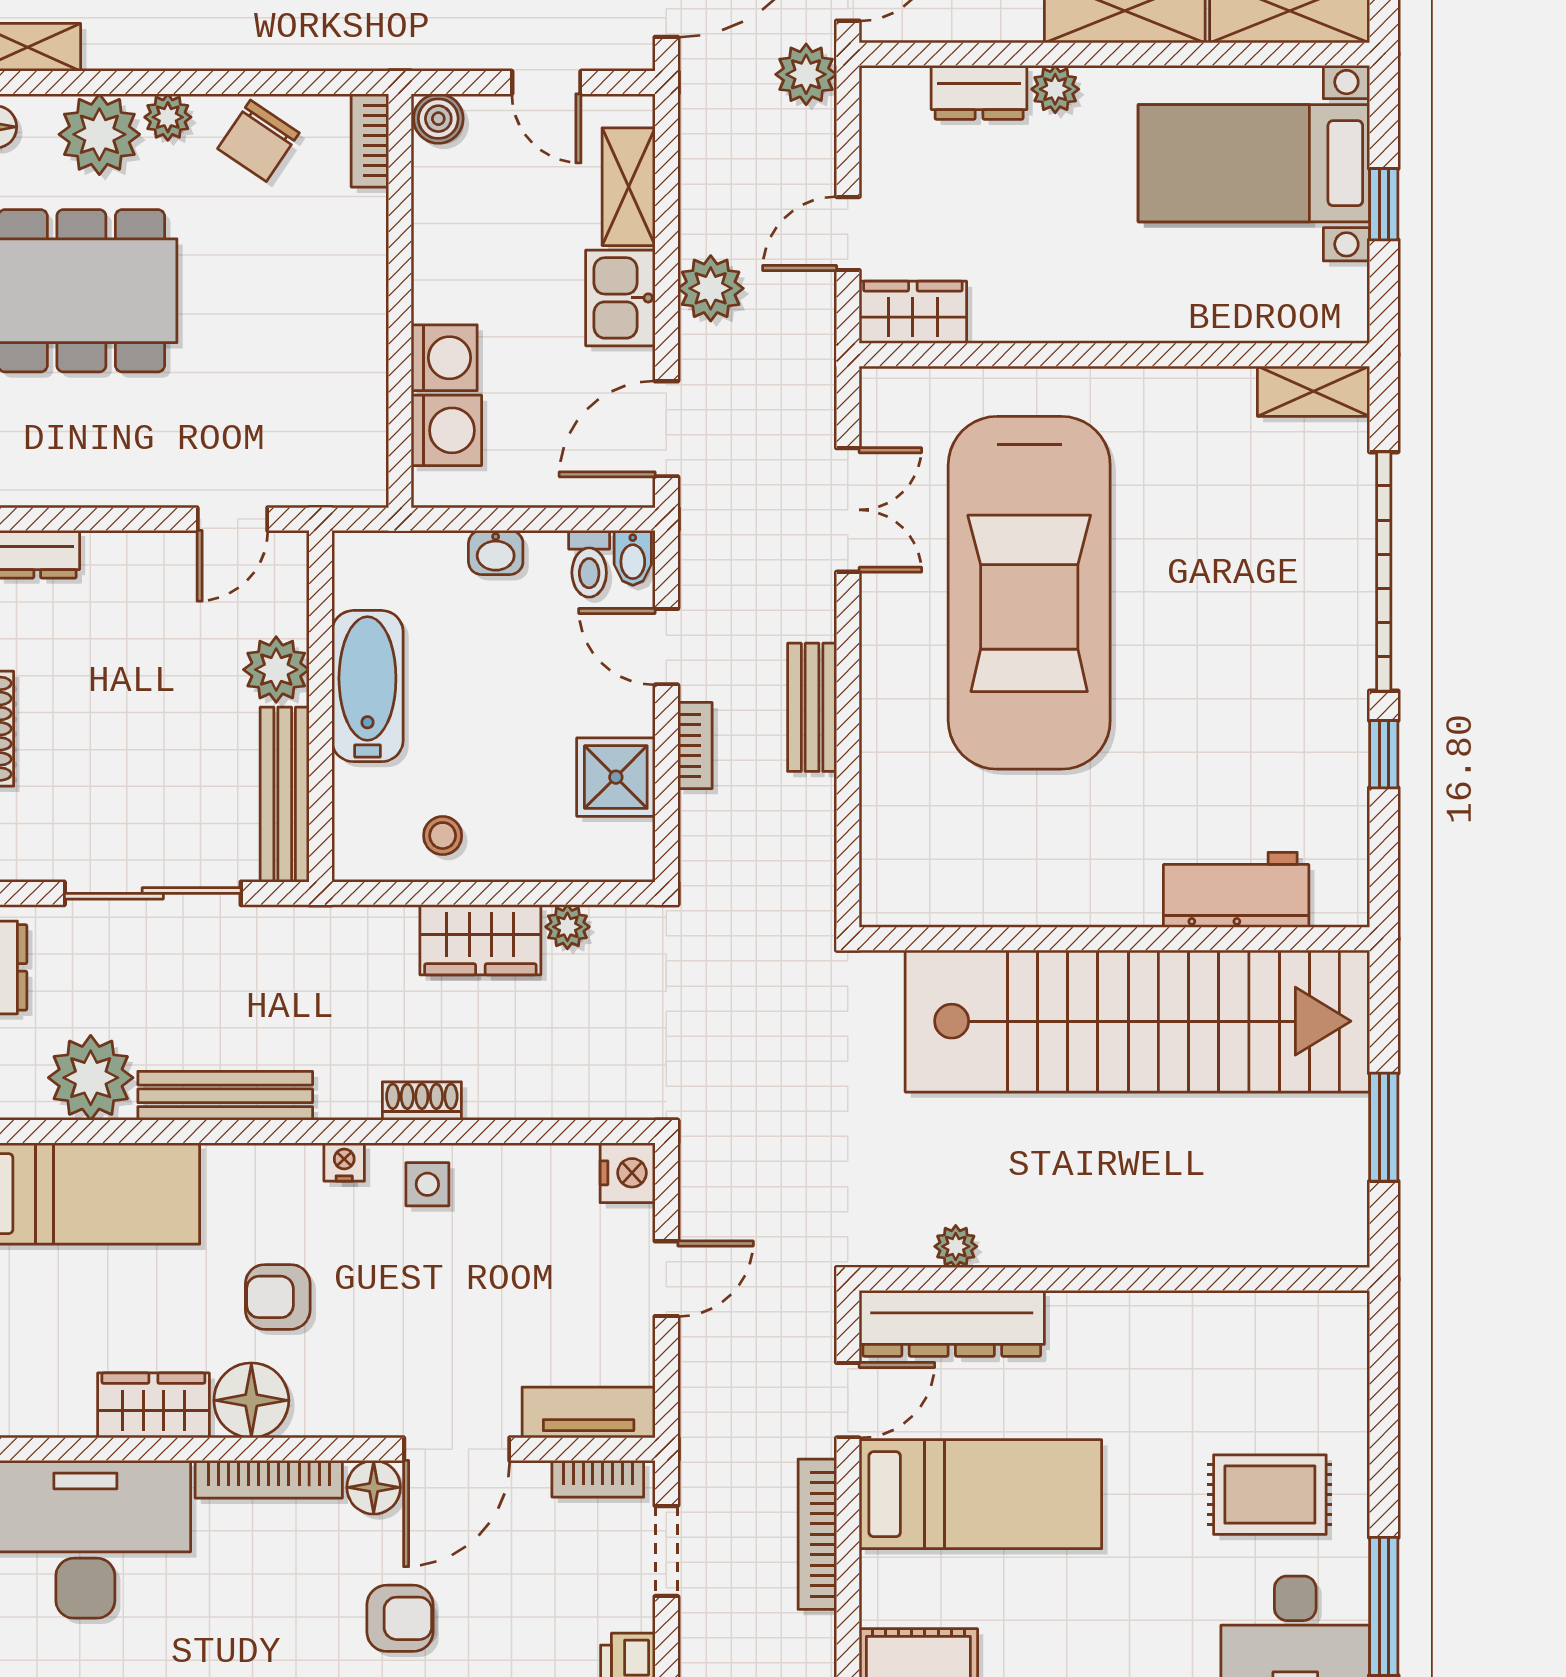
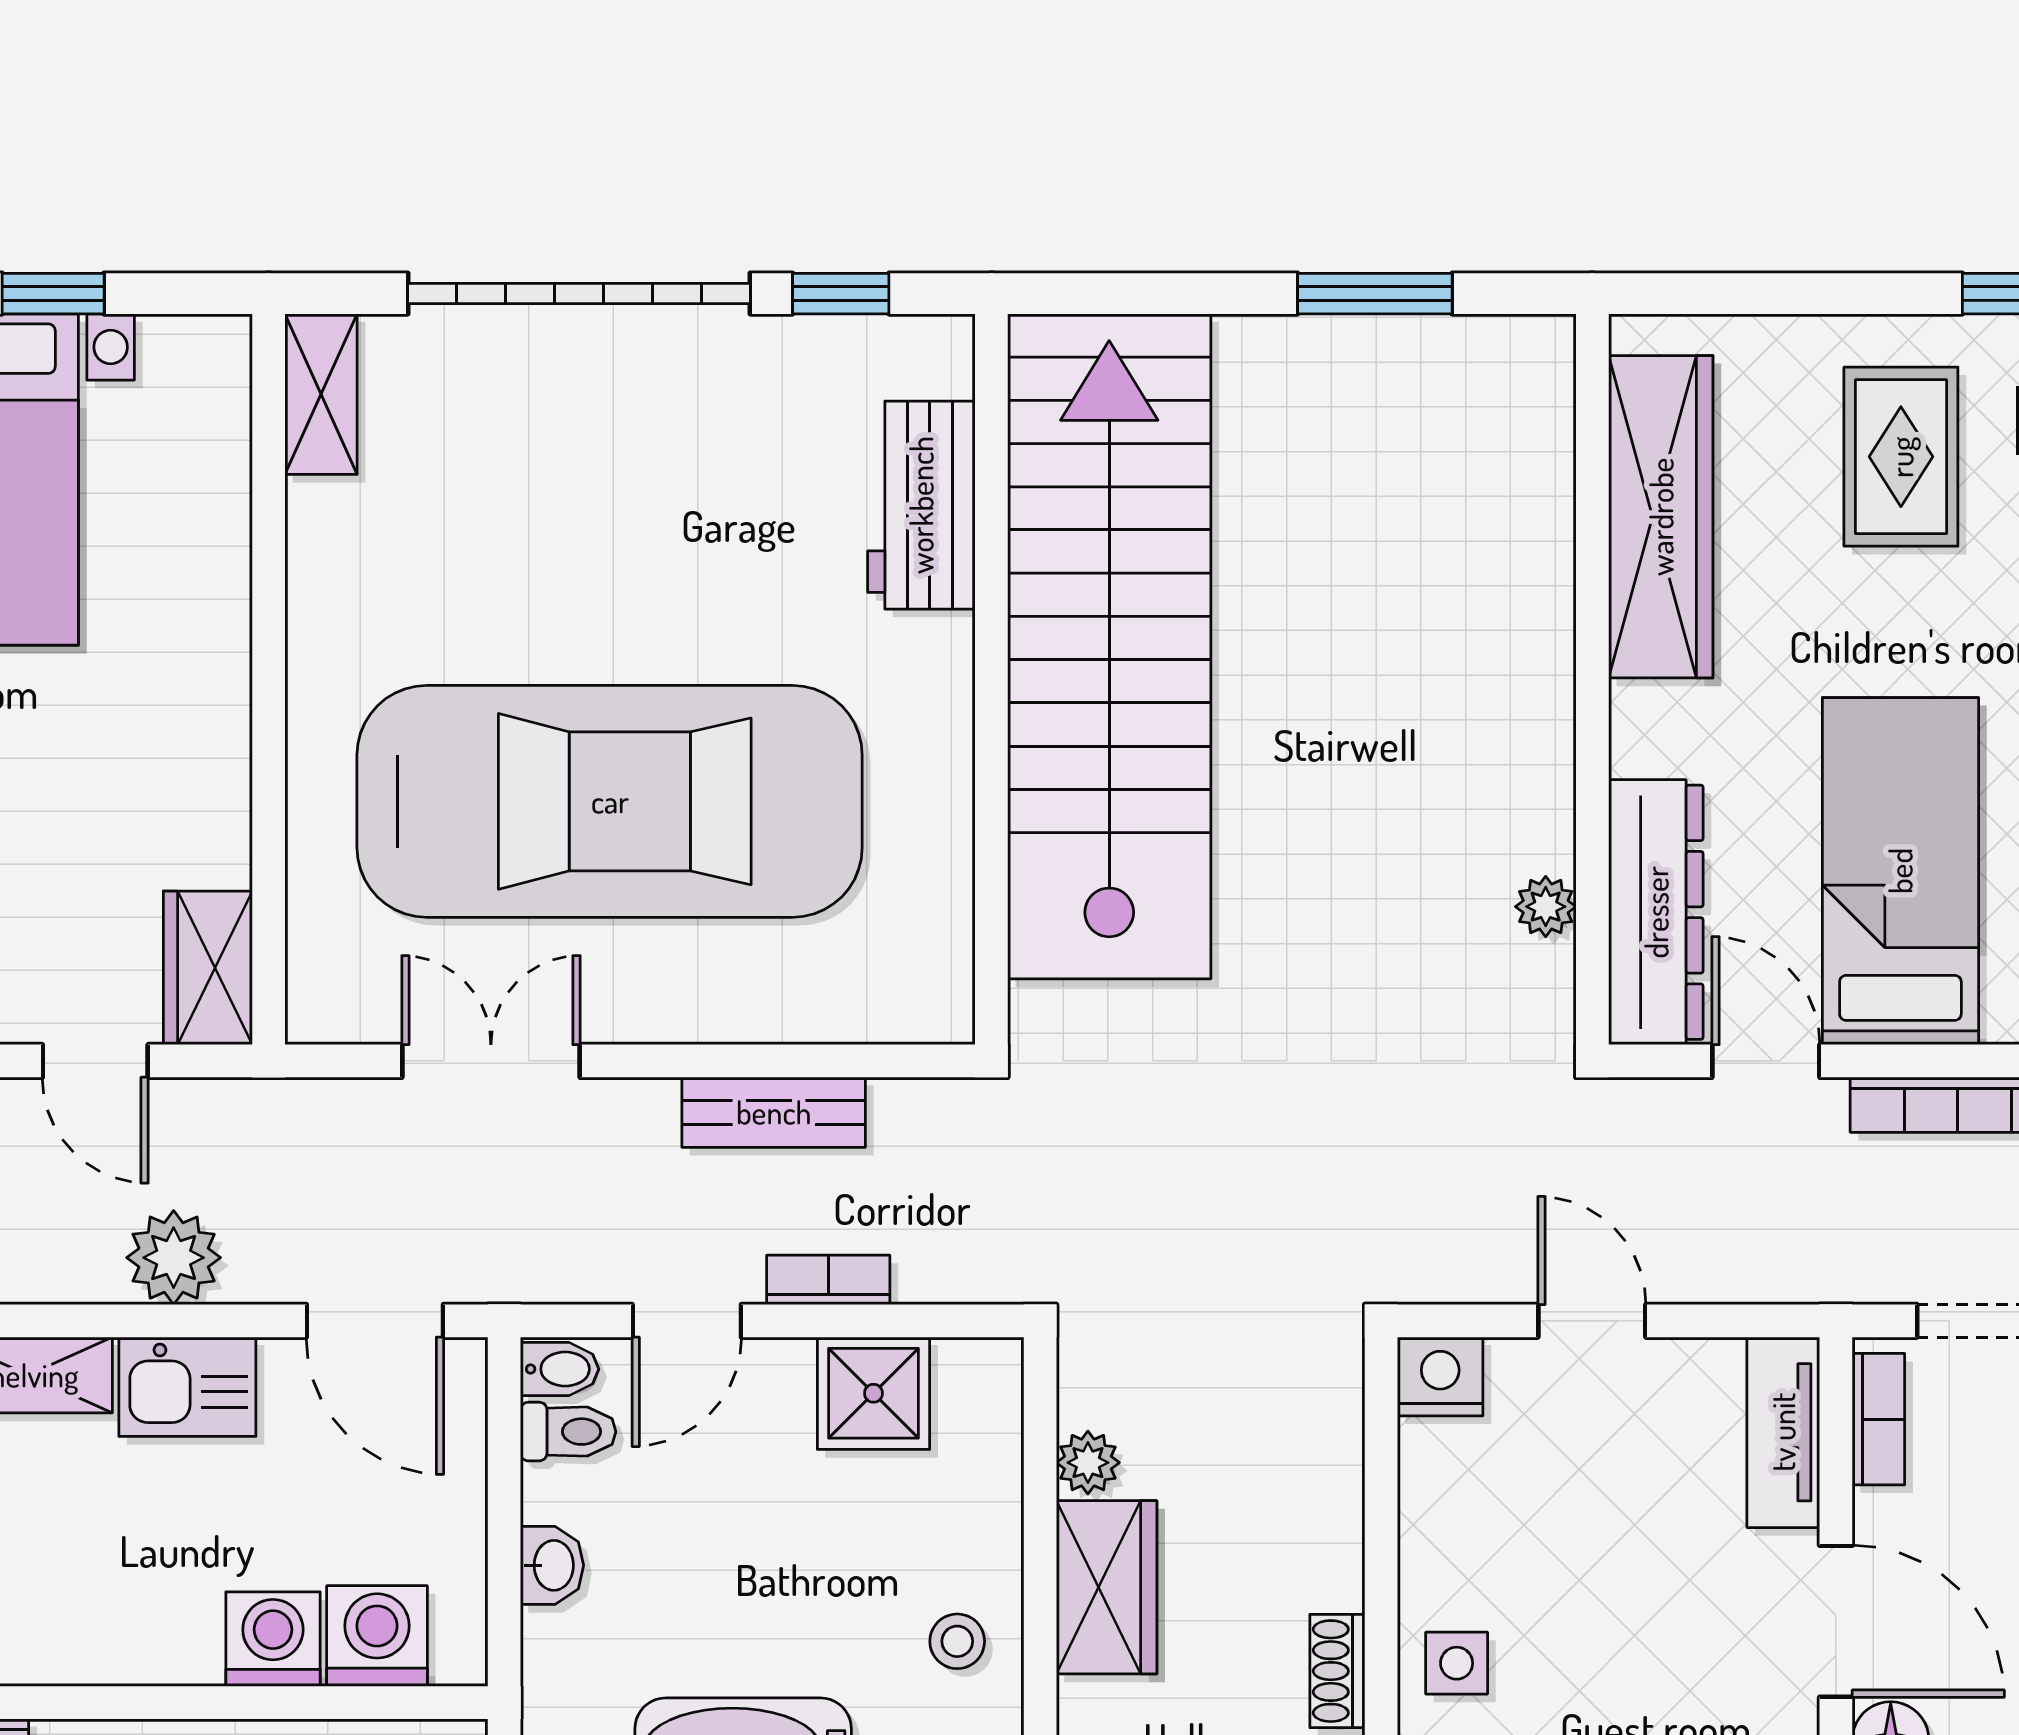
workbench: (1236, 890) -> (921, 505), moved
wall: (1114, 939) -> (991, 679), moved
stairs: (1137, 1021) -> (1109, 646), moved
wardrobe: (1228, 1327) -> (1661, 517), added

